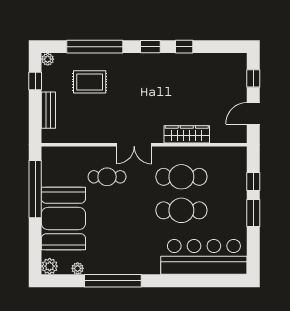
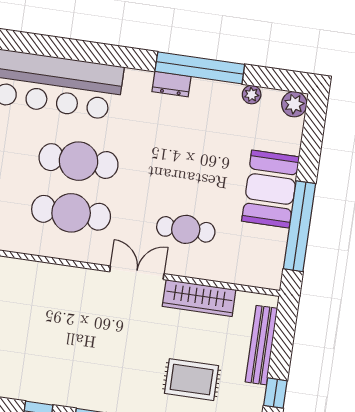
bench: (48, 110) -> (261, 345), width x1.36
wardrobe: (187, 134) -> (199, 298), moved
booth: (63, 219) -> (270, 189), width x0.73, depth x0.70
dresser: (129, 268) -> (171, 84), added

